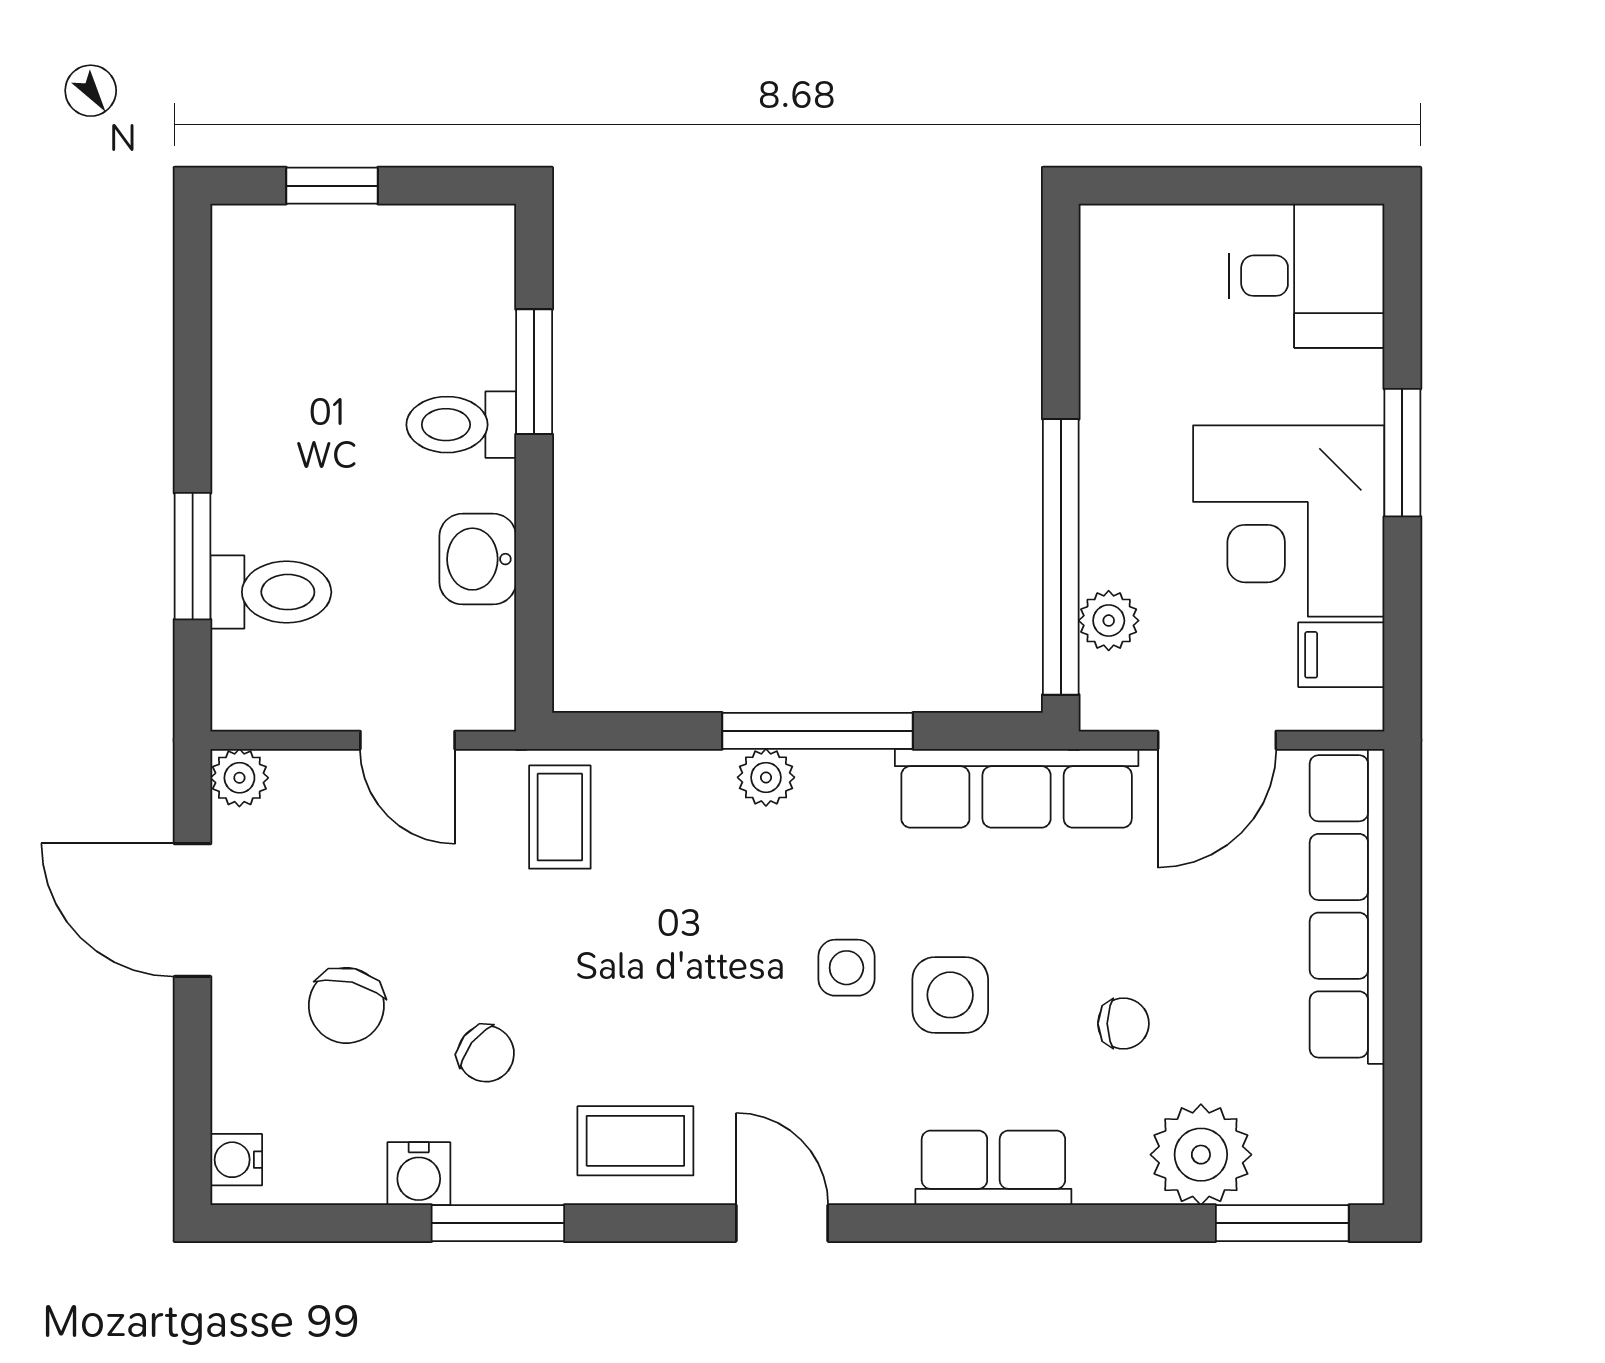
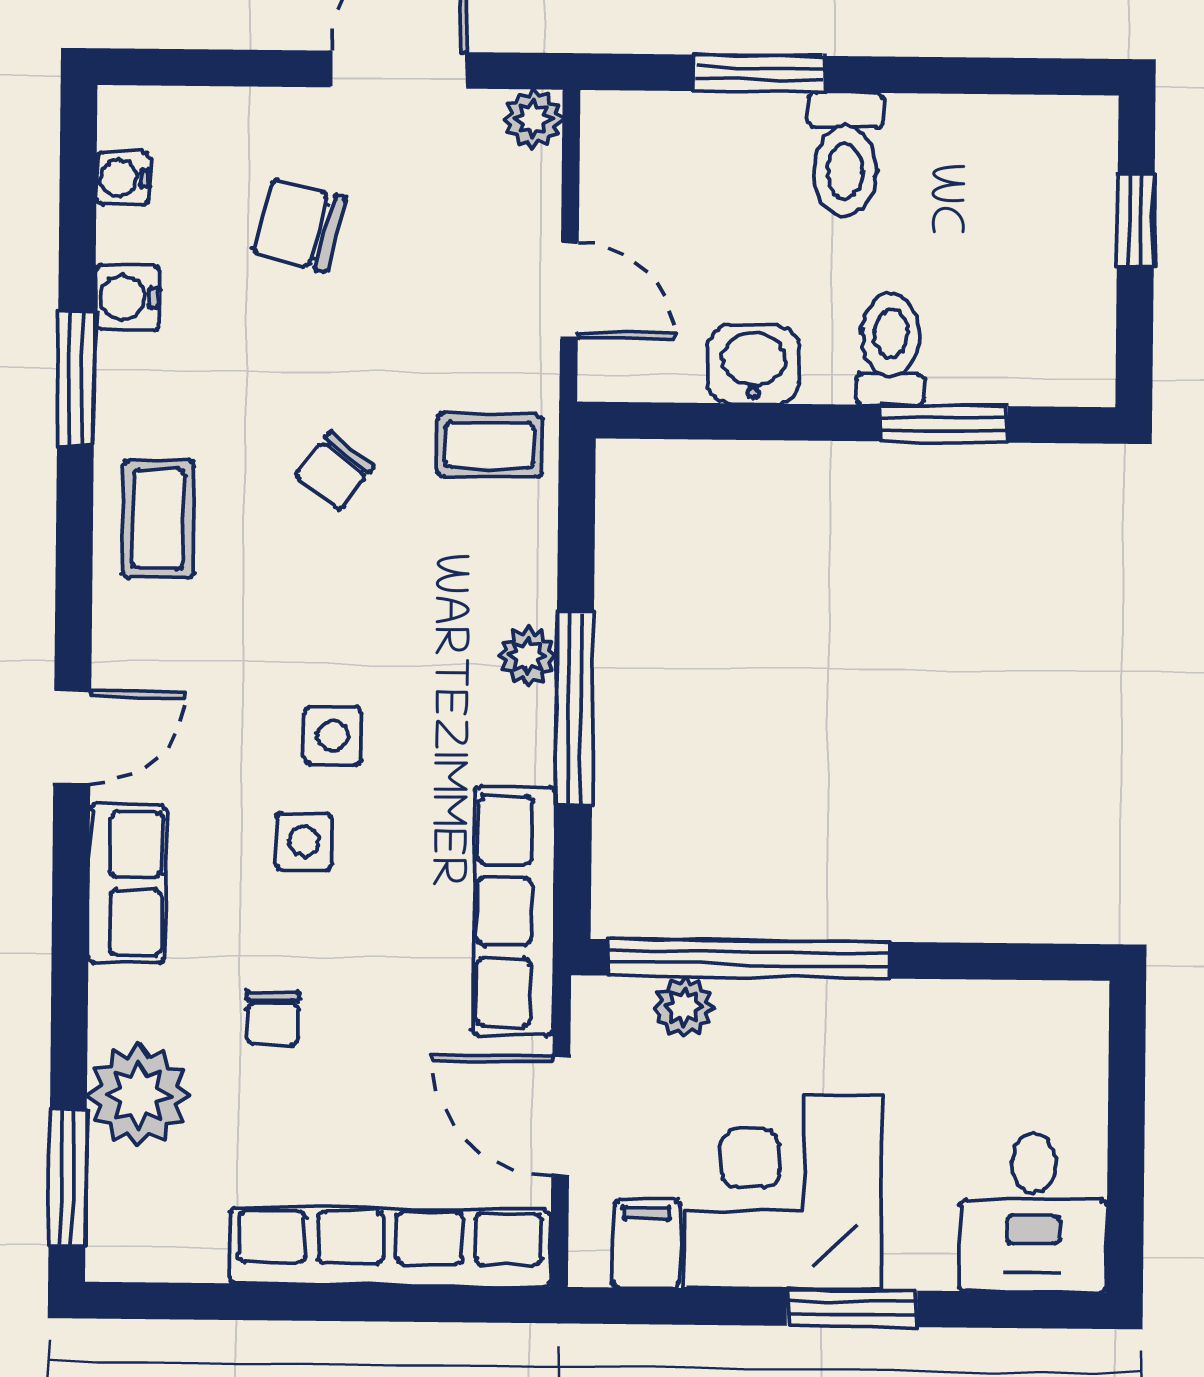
toilet: (271, 592) -> (845, 154), moved
door: (408, 740) -> (569, 291), swing flipped
side table: (950, 995) -> (304, 841), width x0.73, depth x0.73
chair: (486, 1054) -> (335, 471), moved
water cooler: (236, 1160) -> (123, 178), moved, turned -90
door: (782, 1223) -> (72, 737), moved

